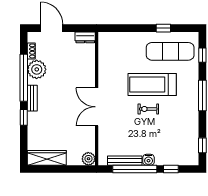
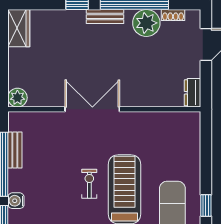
wardrobe: (47, 158) -> (19, 28), width x0.67
water cooler: (149, 160) -> (16, 201), moved
bench: (125, 161) -> (15, 150), width x0.73

